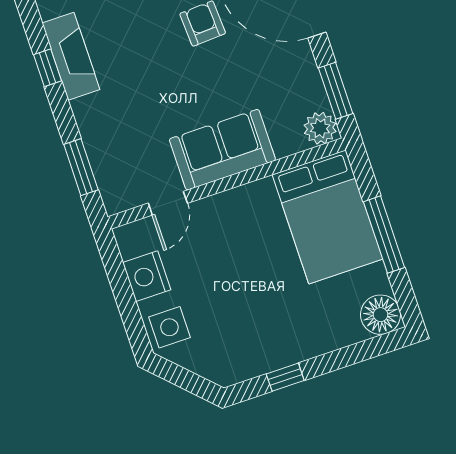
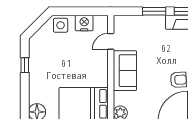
window: (81, 167) -> (154, 11), moved
door: (168, 203) -> (111, 41), hinge flipped

